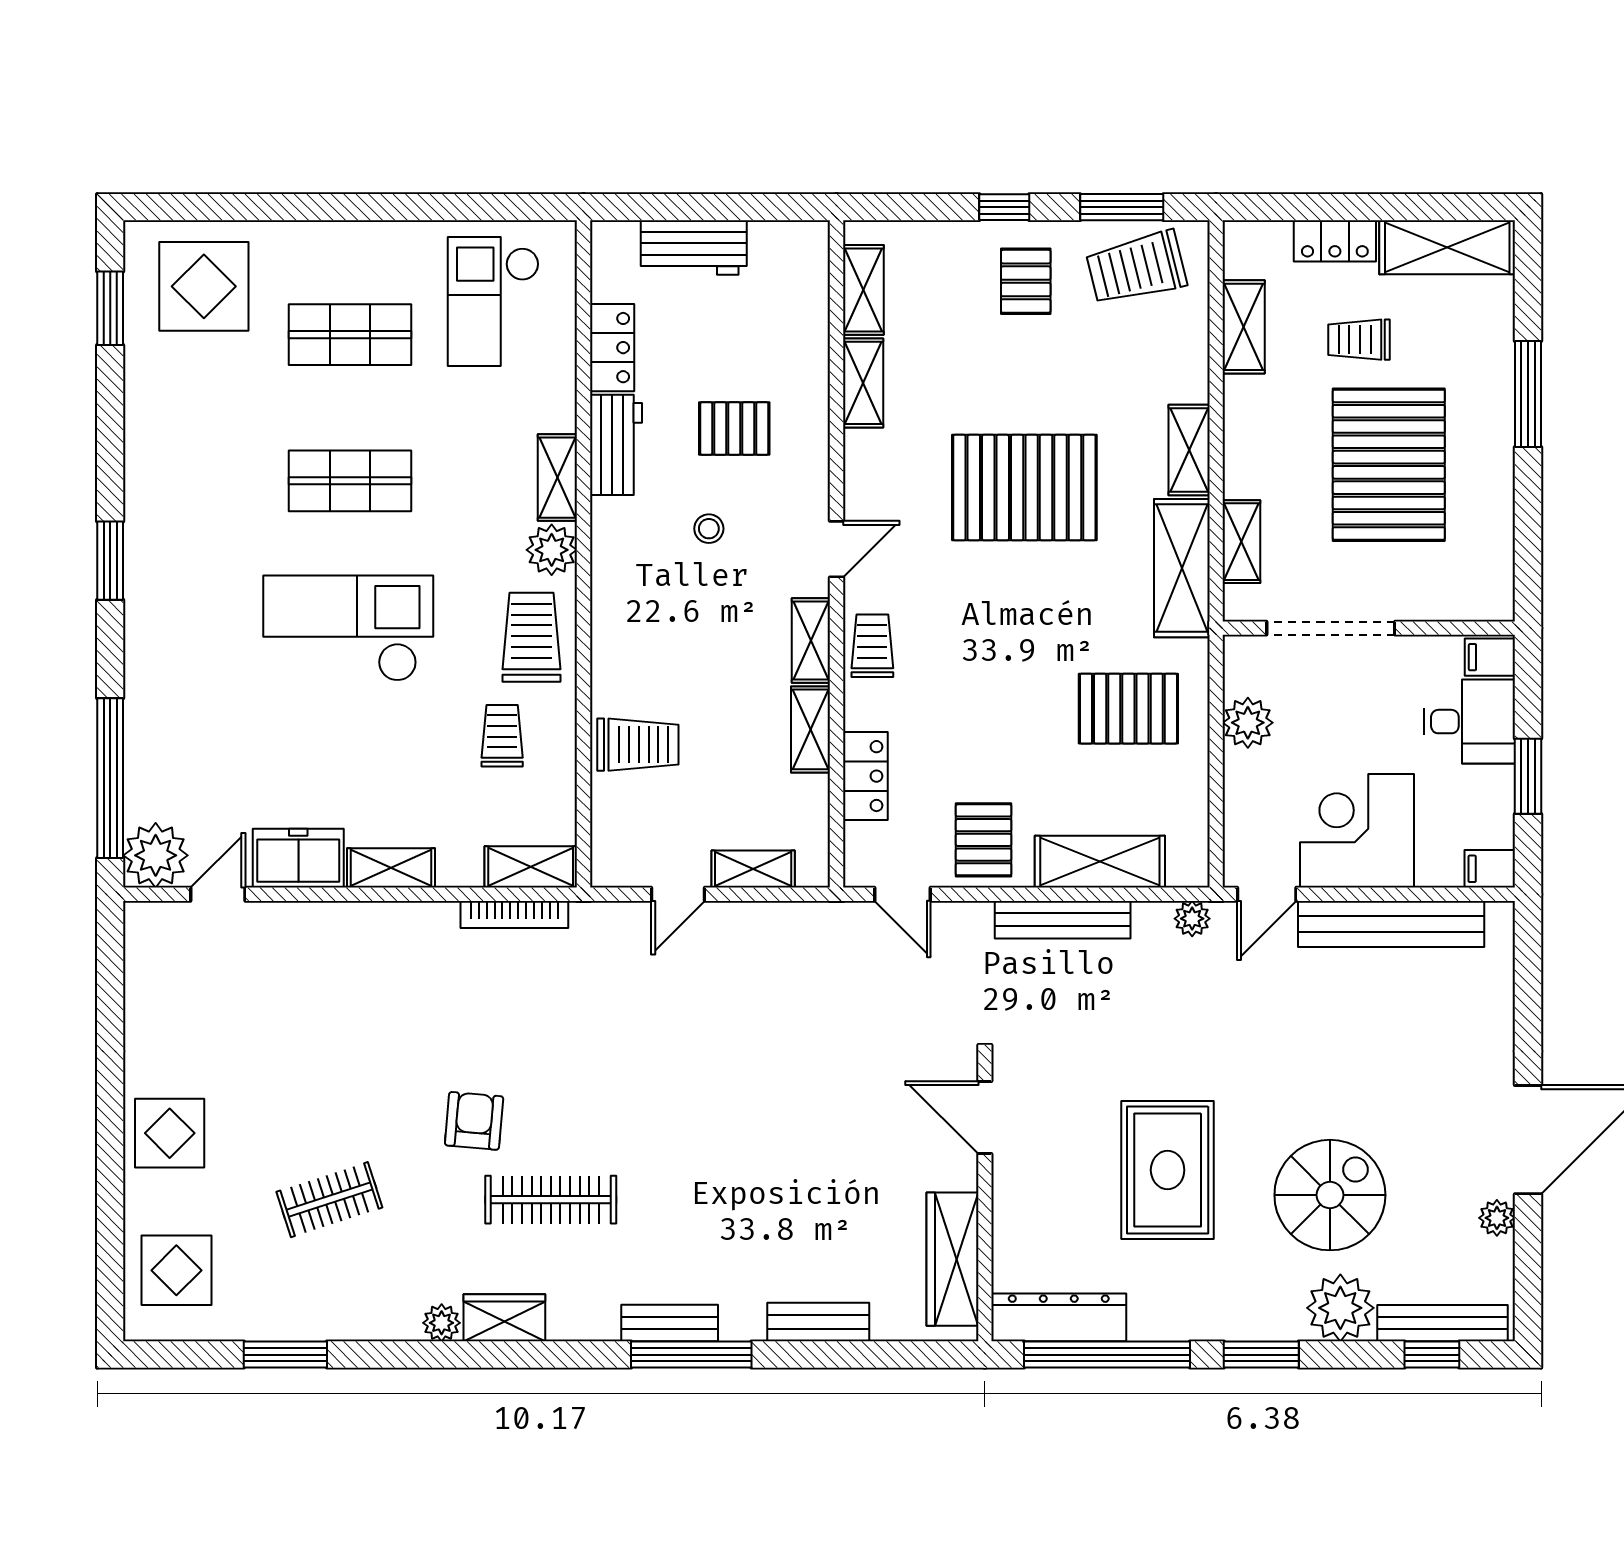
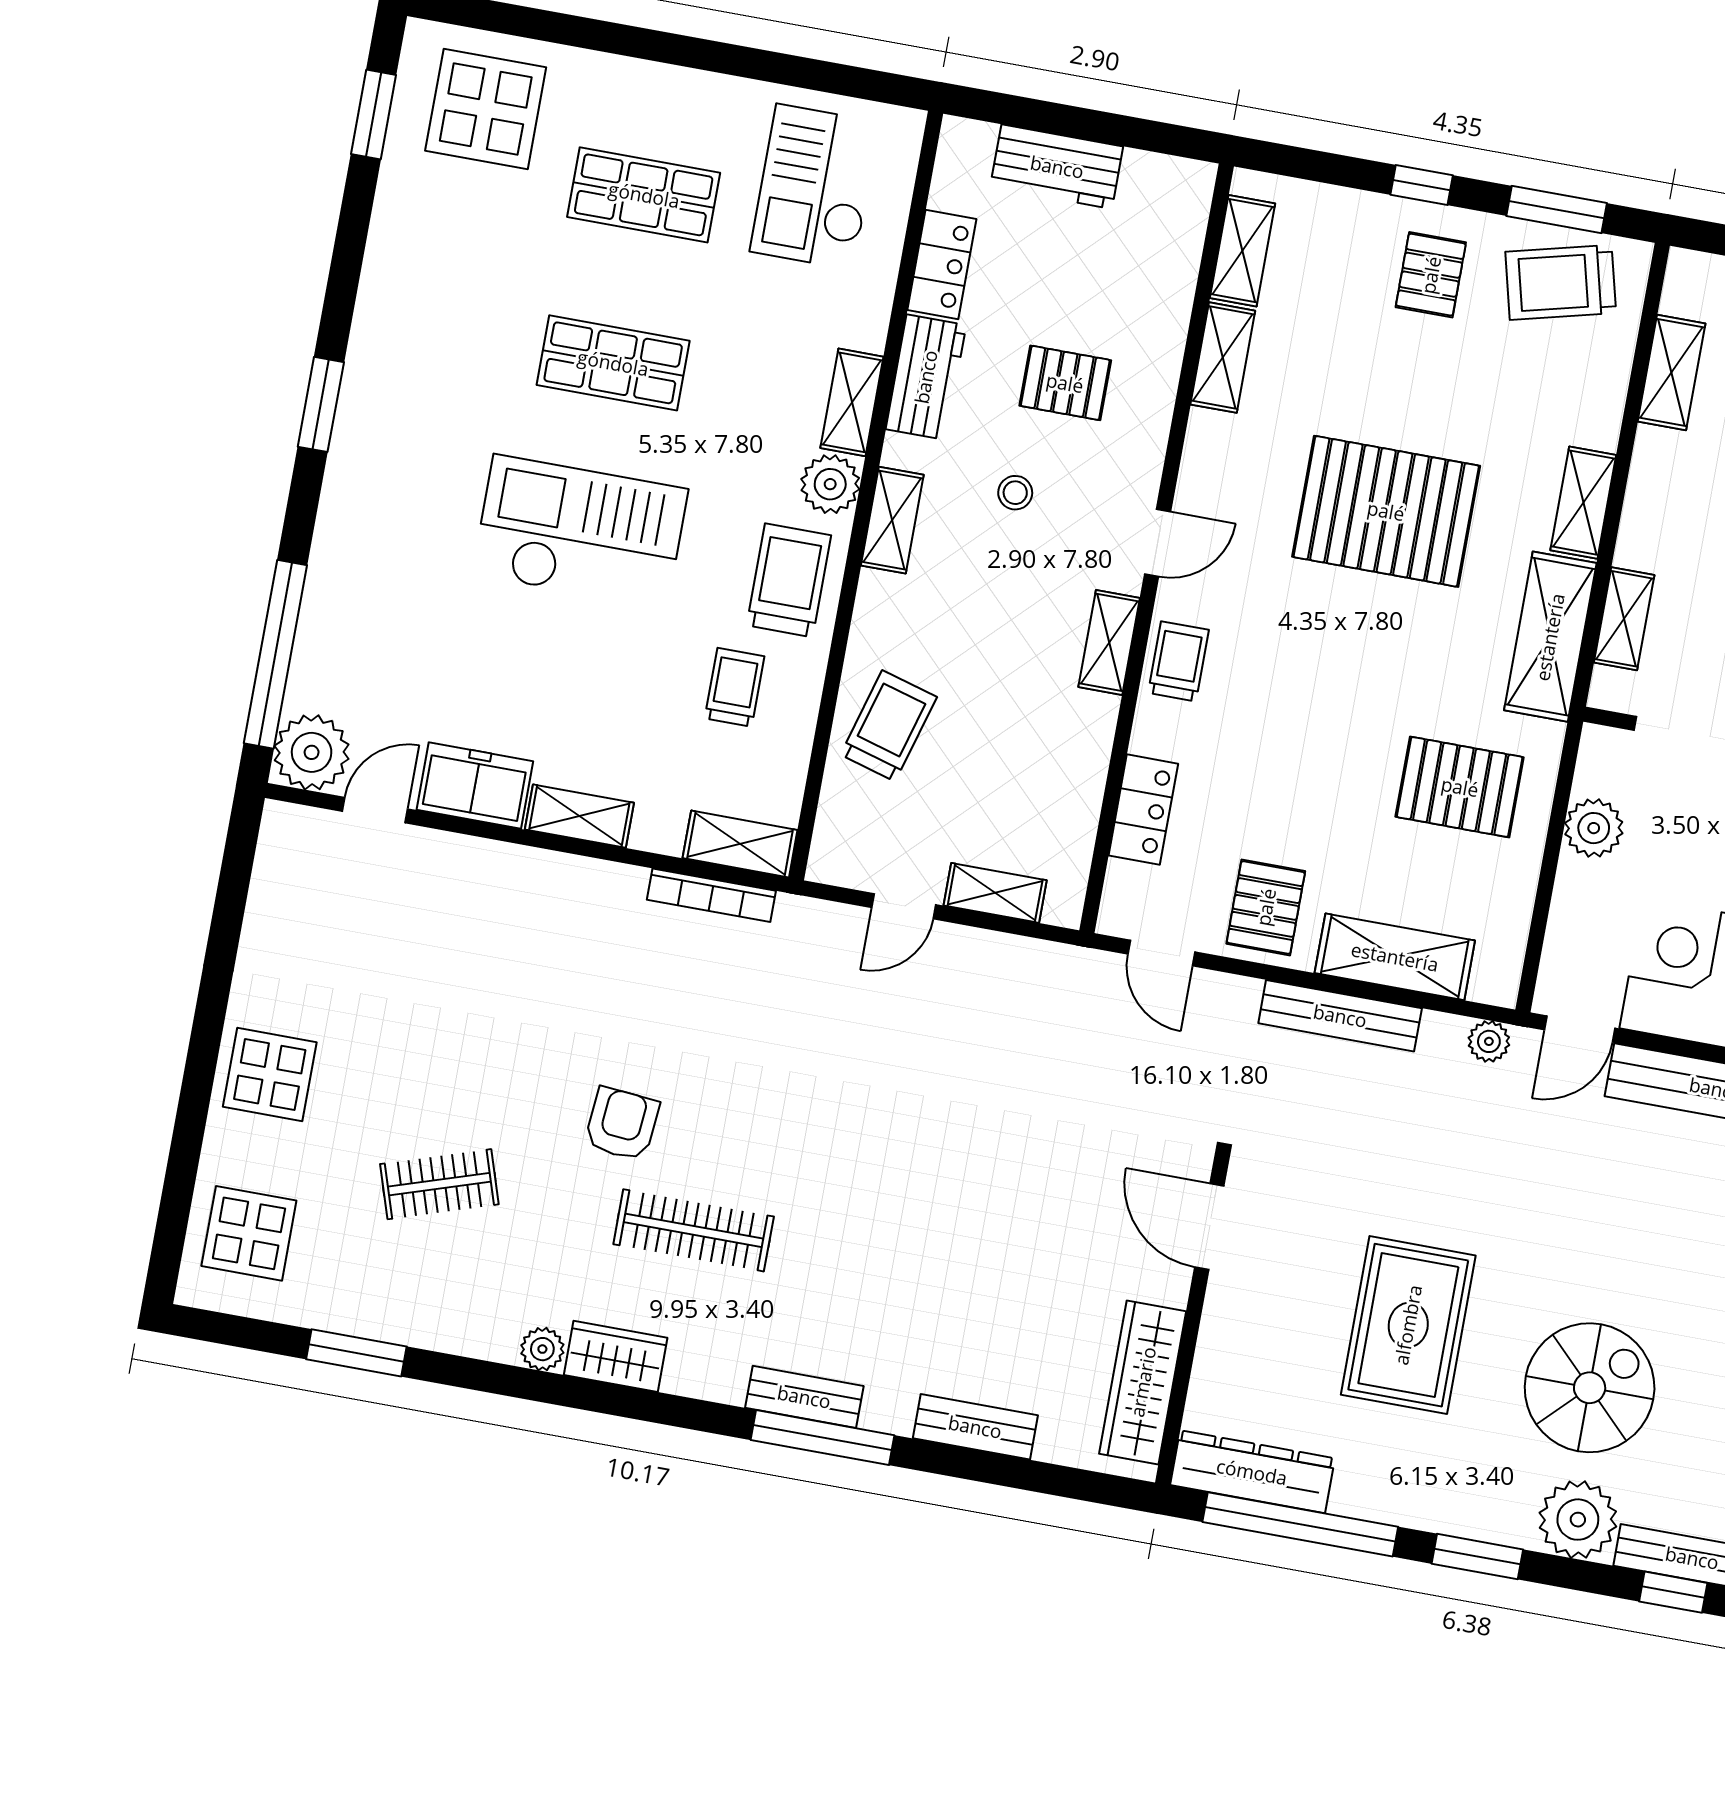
shelving: (811, 729) -> (892, 520), moved
trolley: (638, 745) -> (889, 726), turned -74

